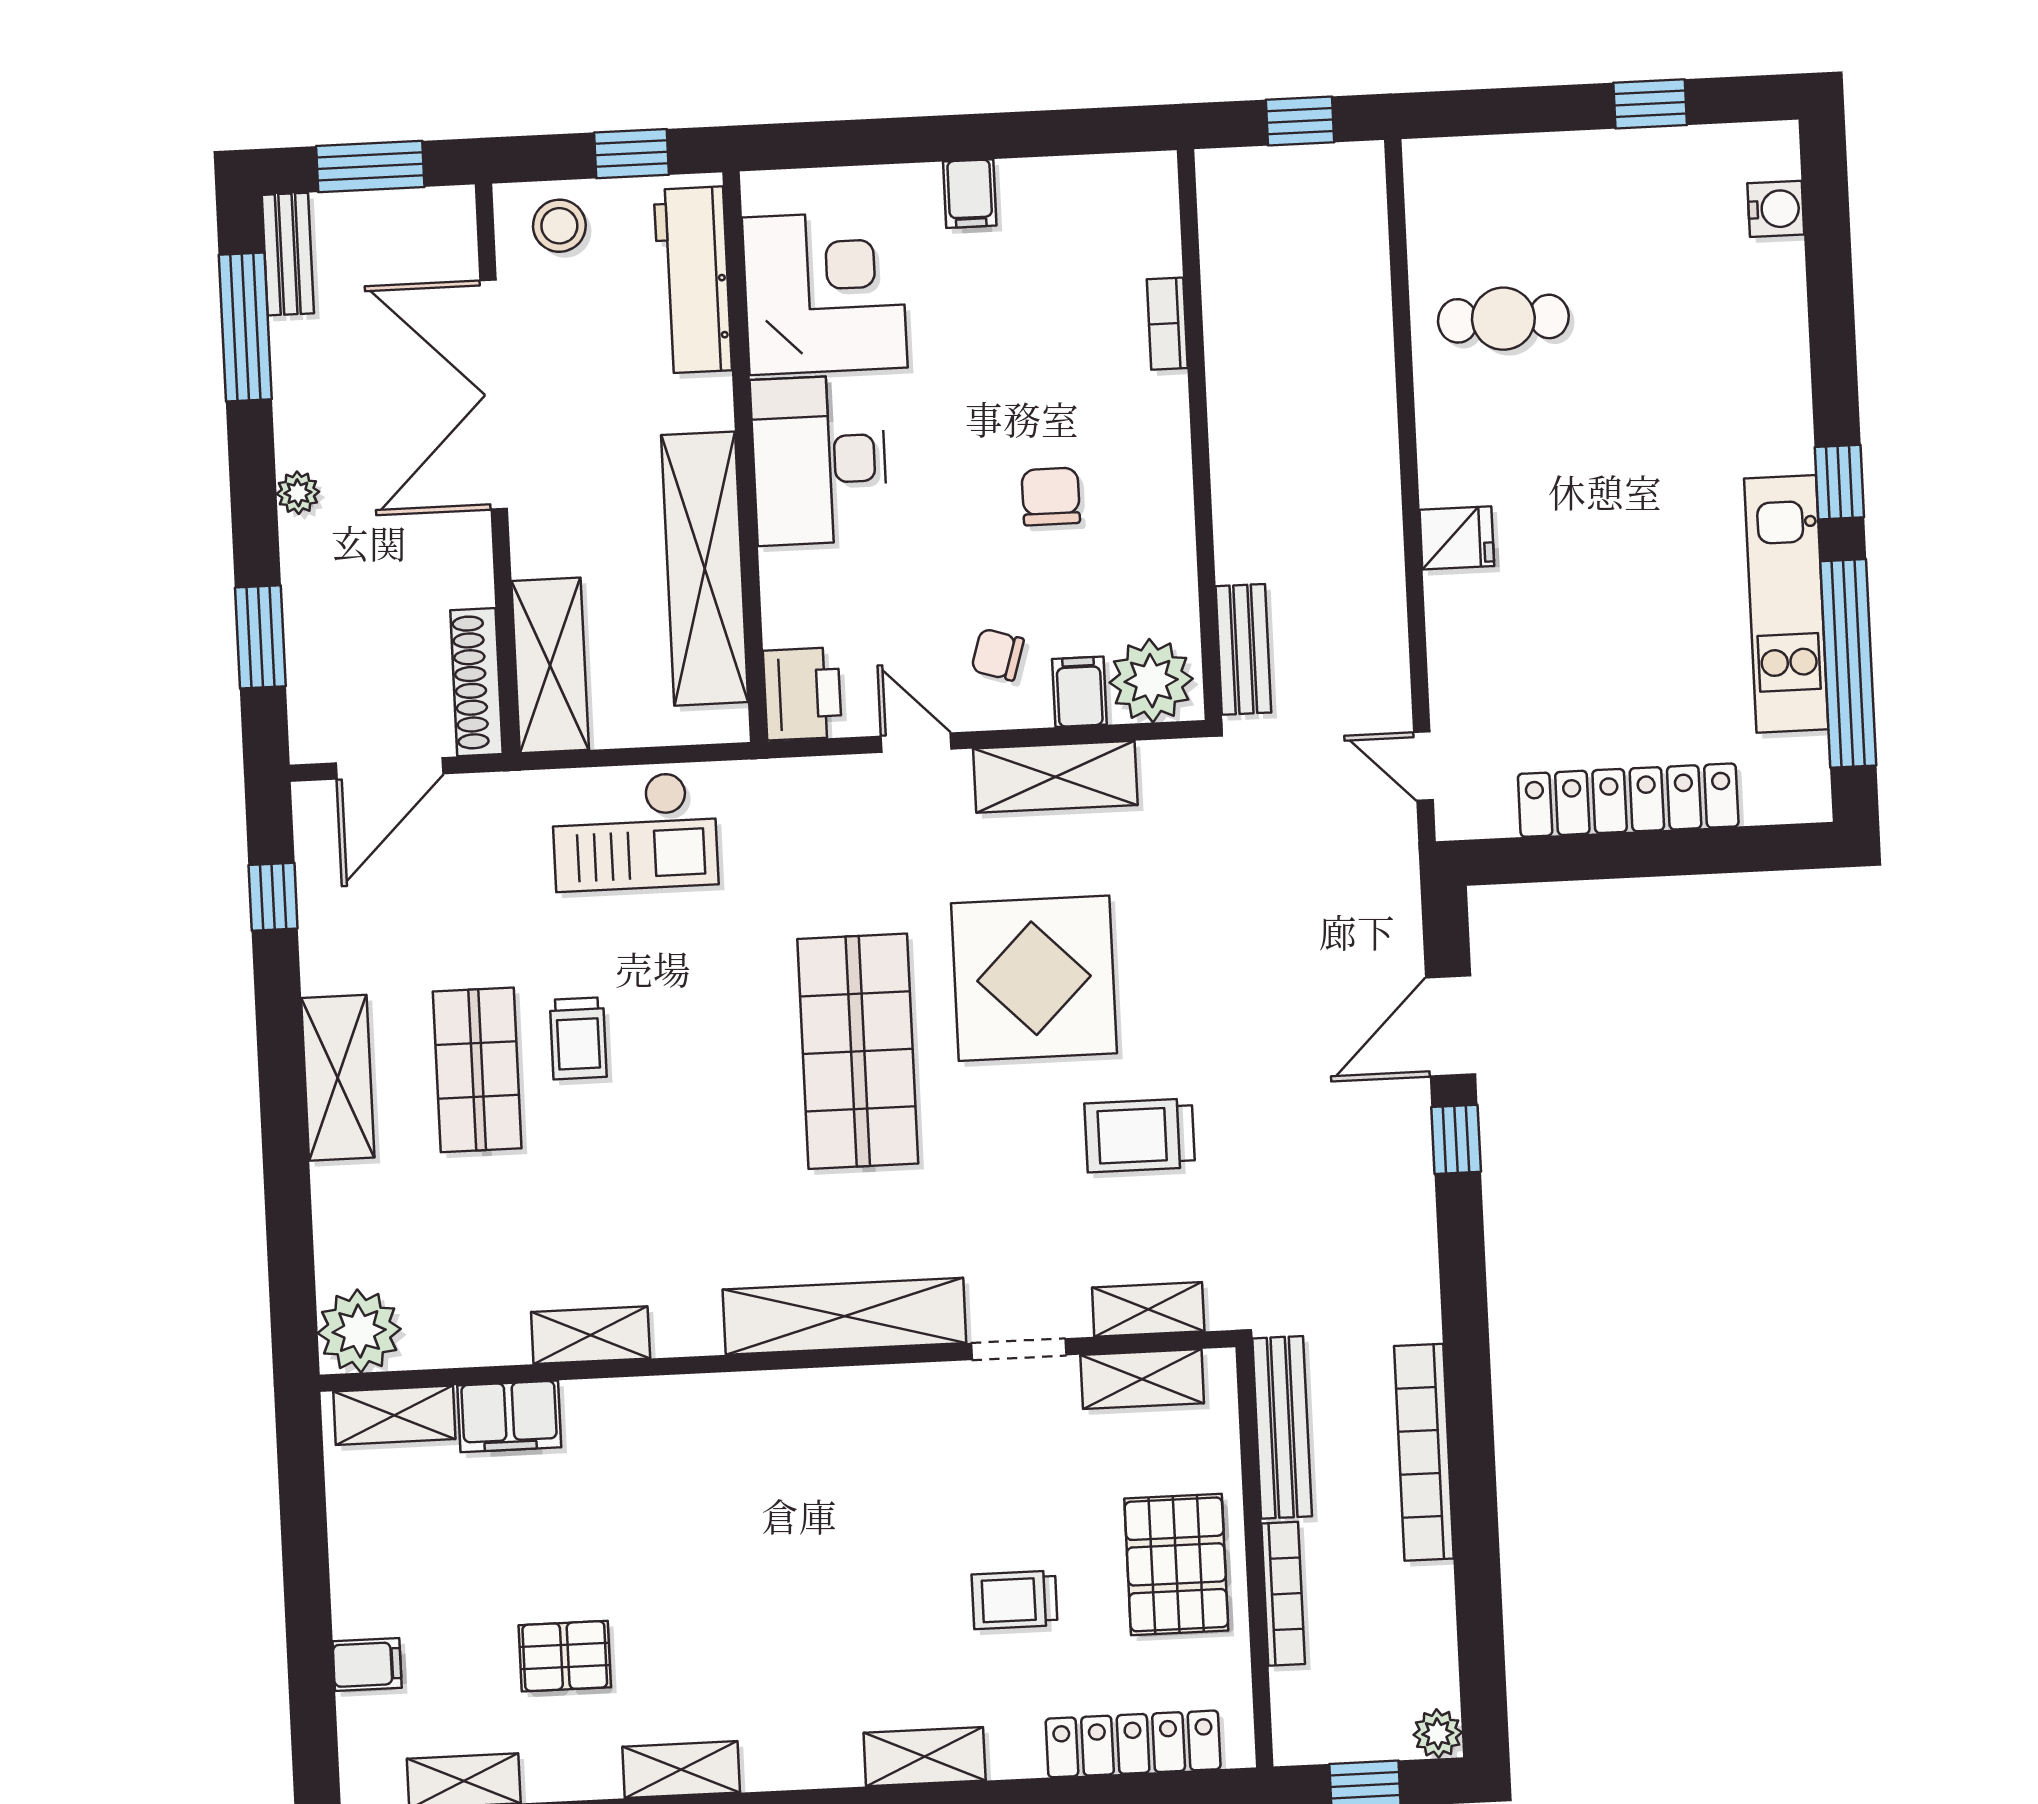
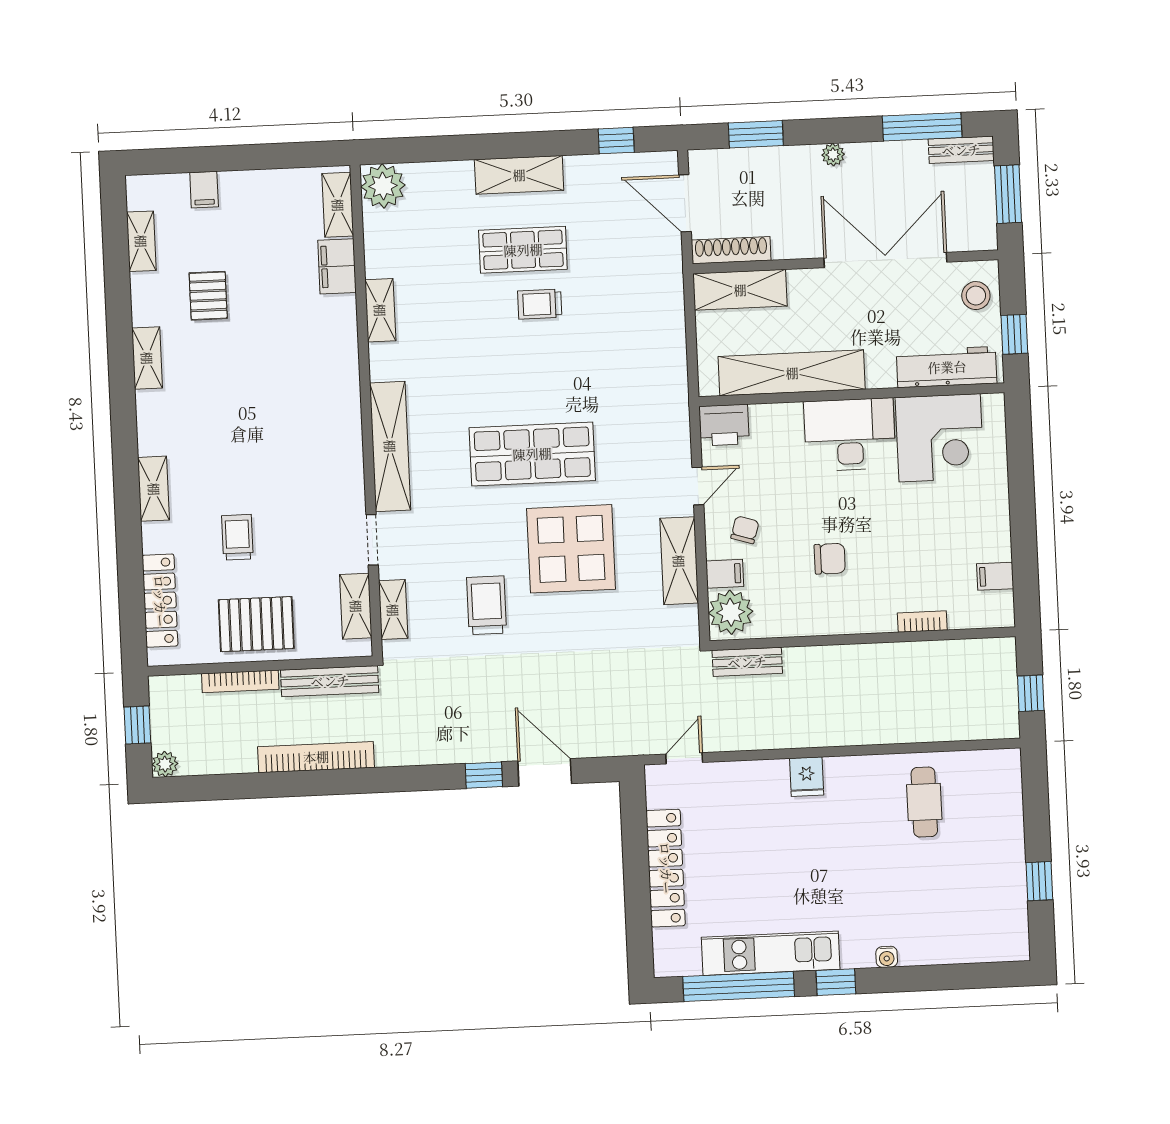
filing cabinet: (970, 194) -> (995, 576), moved
water cooler: (1776, 209) -> (887, 957), moved, width x0.72, depth x0.72
checkout: (635, 831) -> (651, 335), removed

